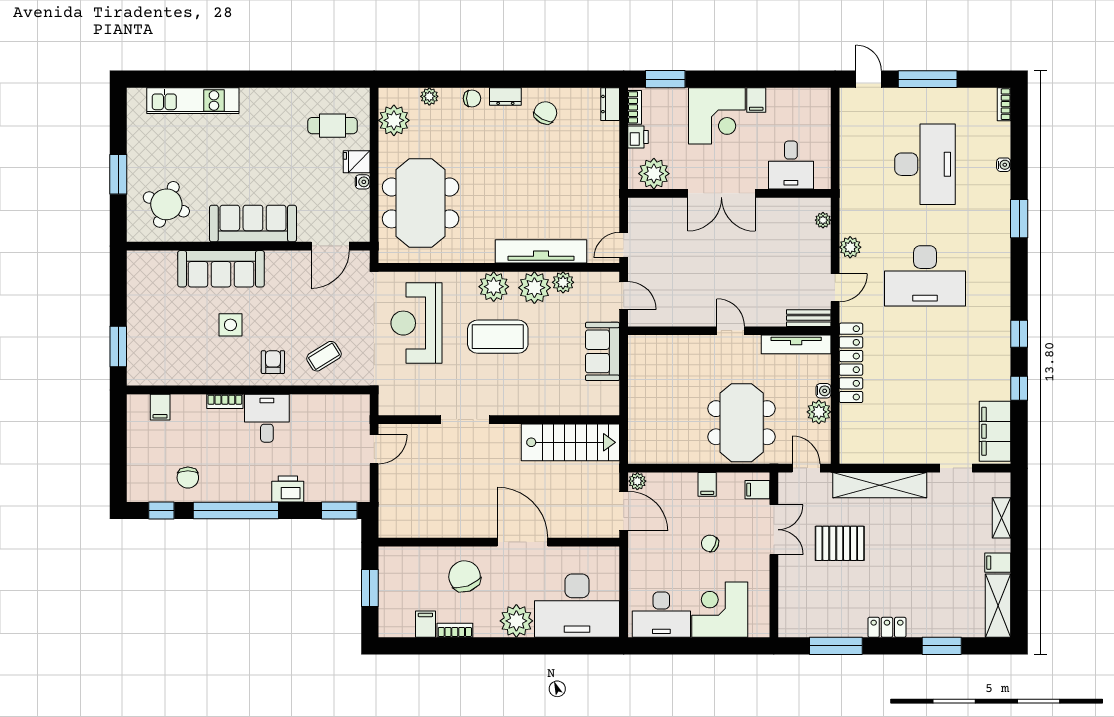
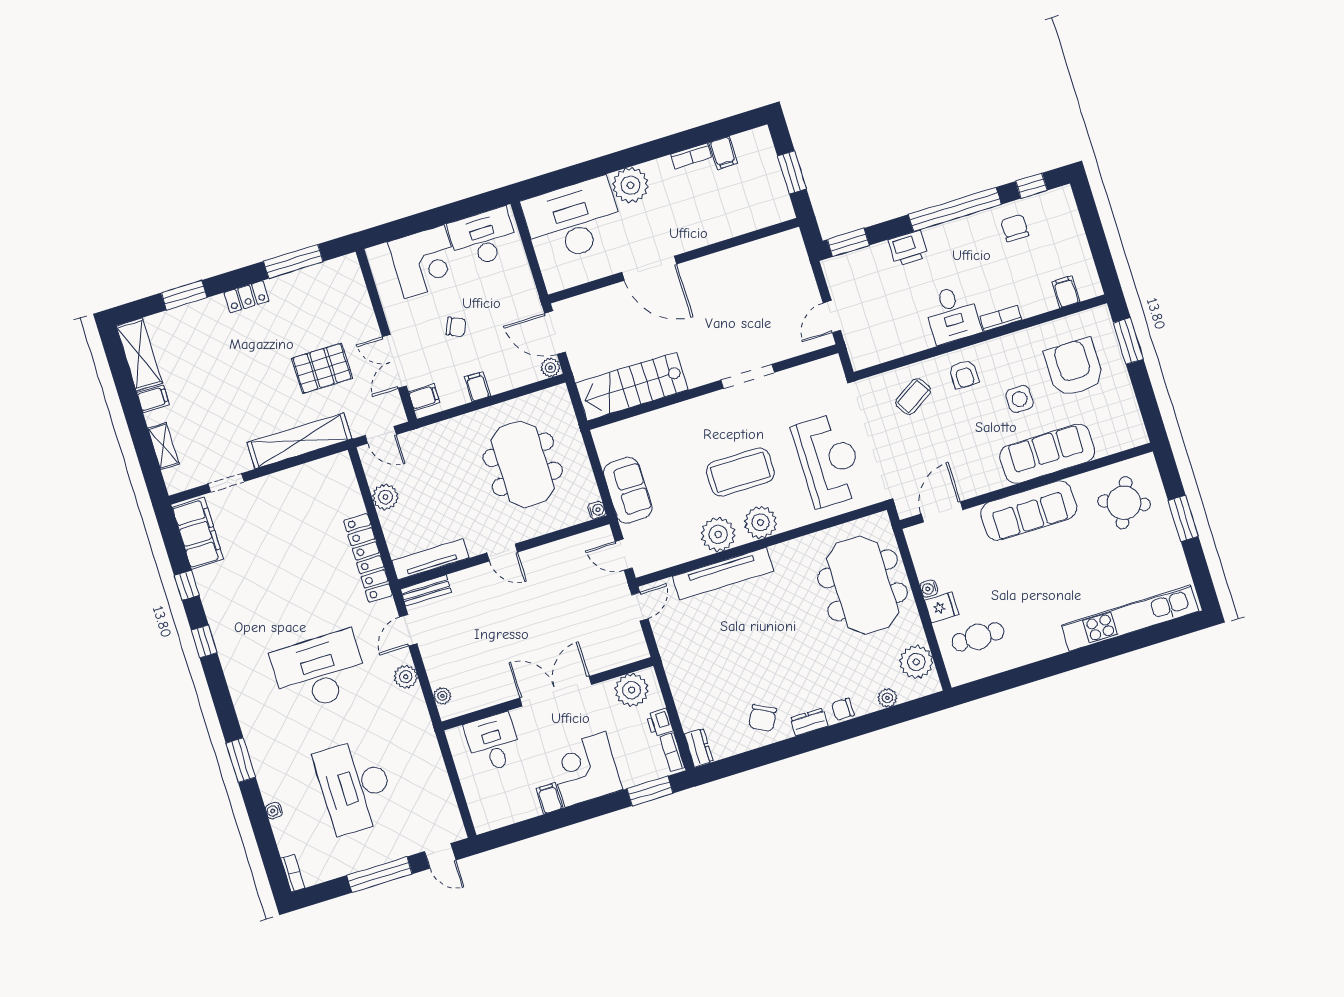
kitchen unit: (193, 101) -> (1130, 618), width x1.36
plant: (563, 282) -> (690, 549), removed
armchair: (173, 338) -> (1074, 368), added
water cooler: (823, 391) -> (597, 510), moved, turned 180
meeting table: (742, 423) -> (523, 464), moved
chair: (465, 576) -> (698, 215), removed

